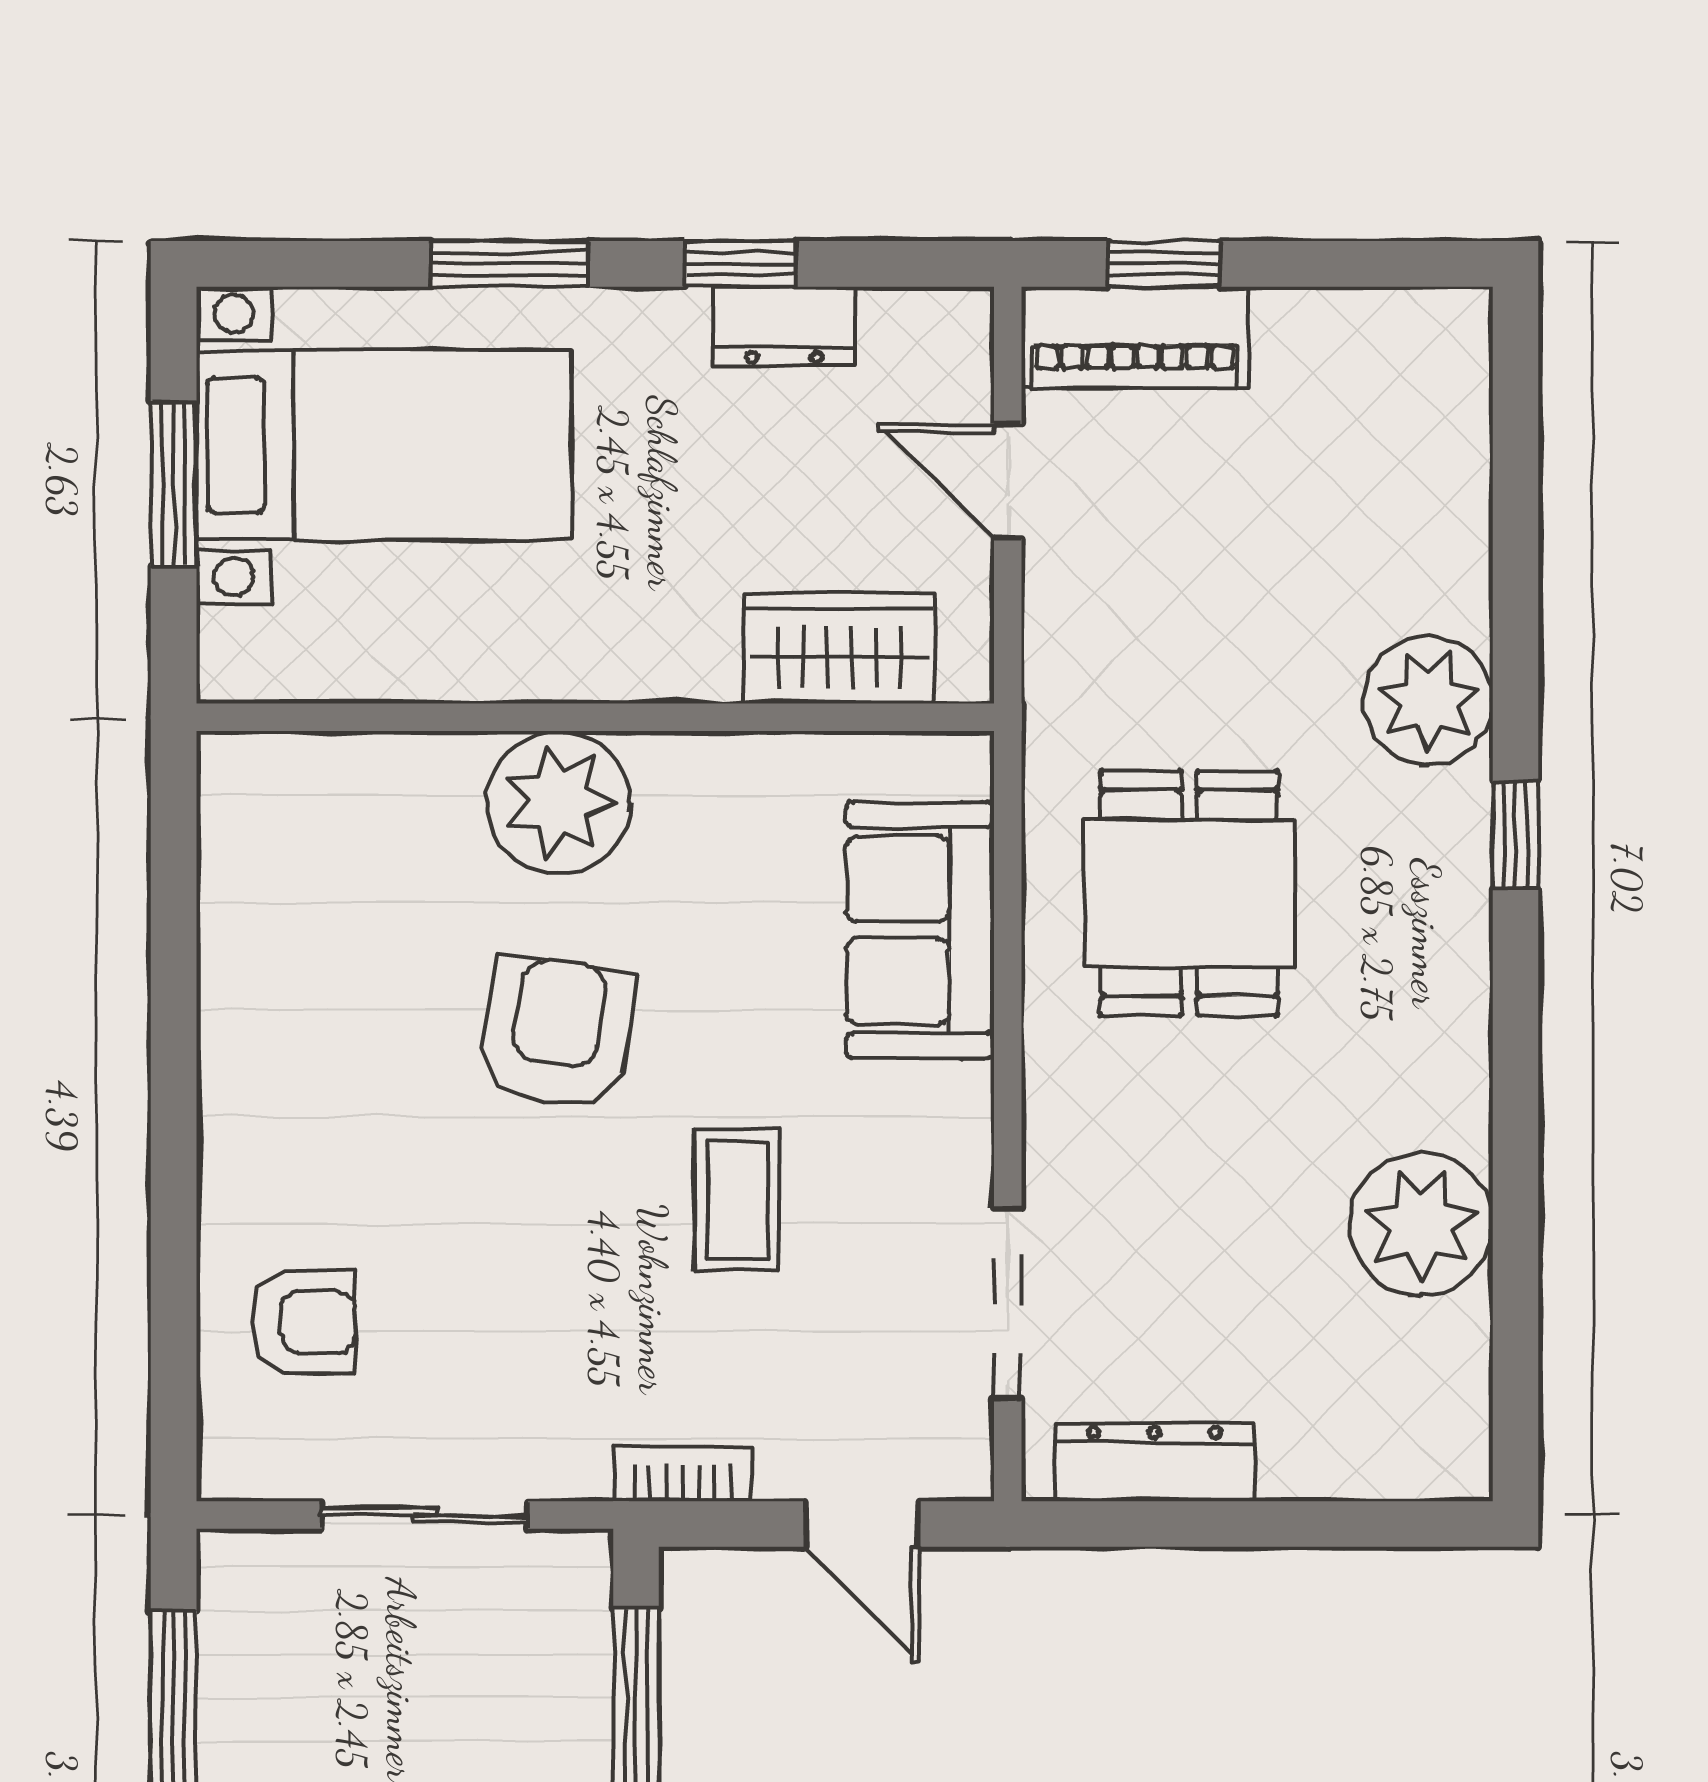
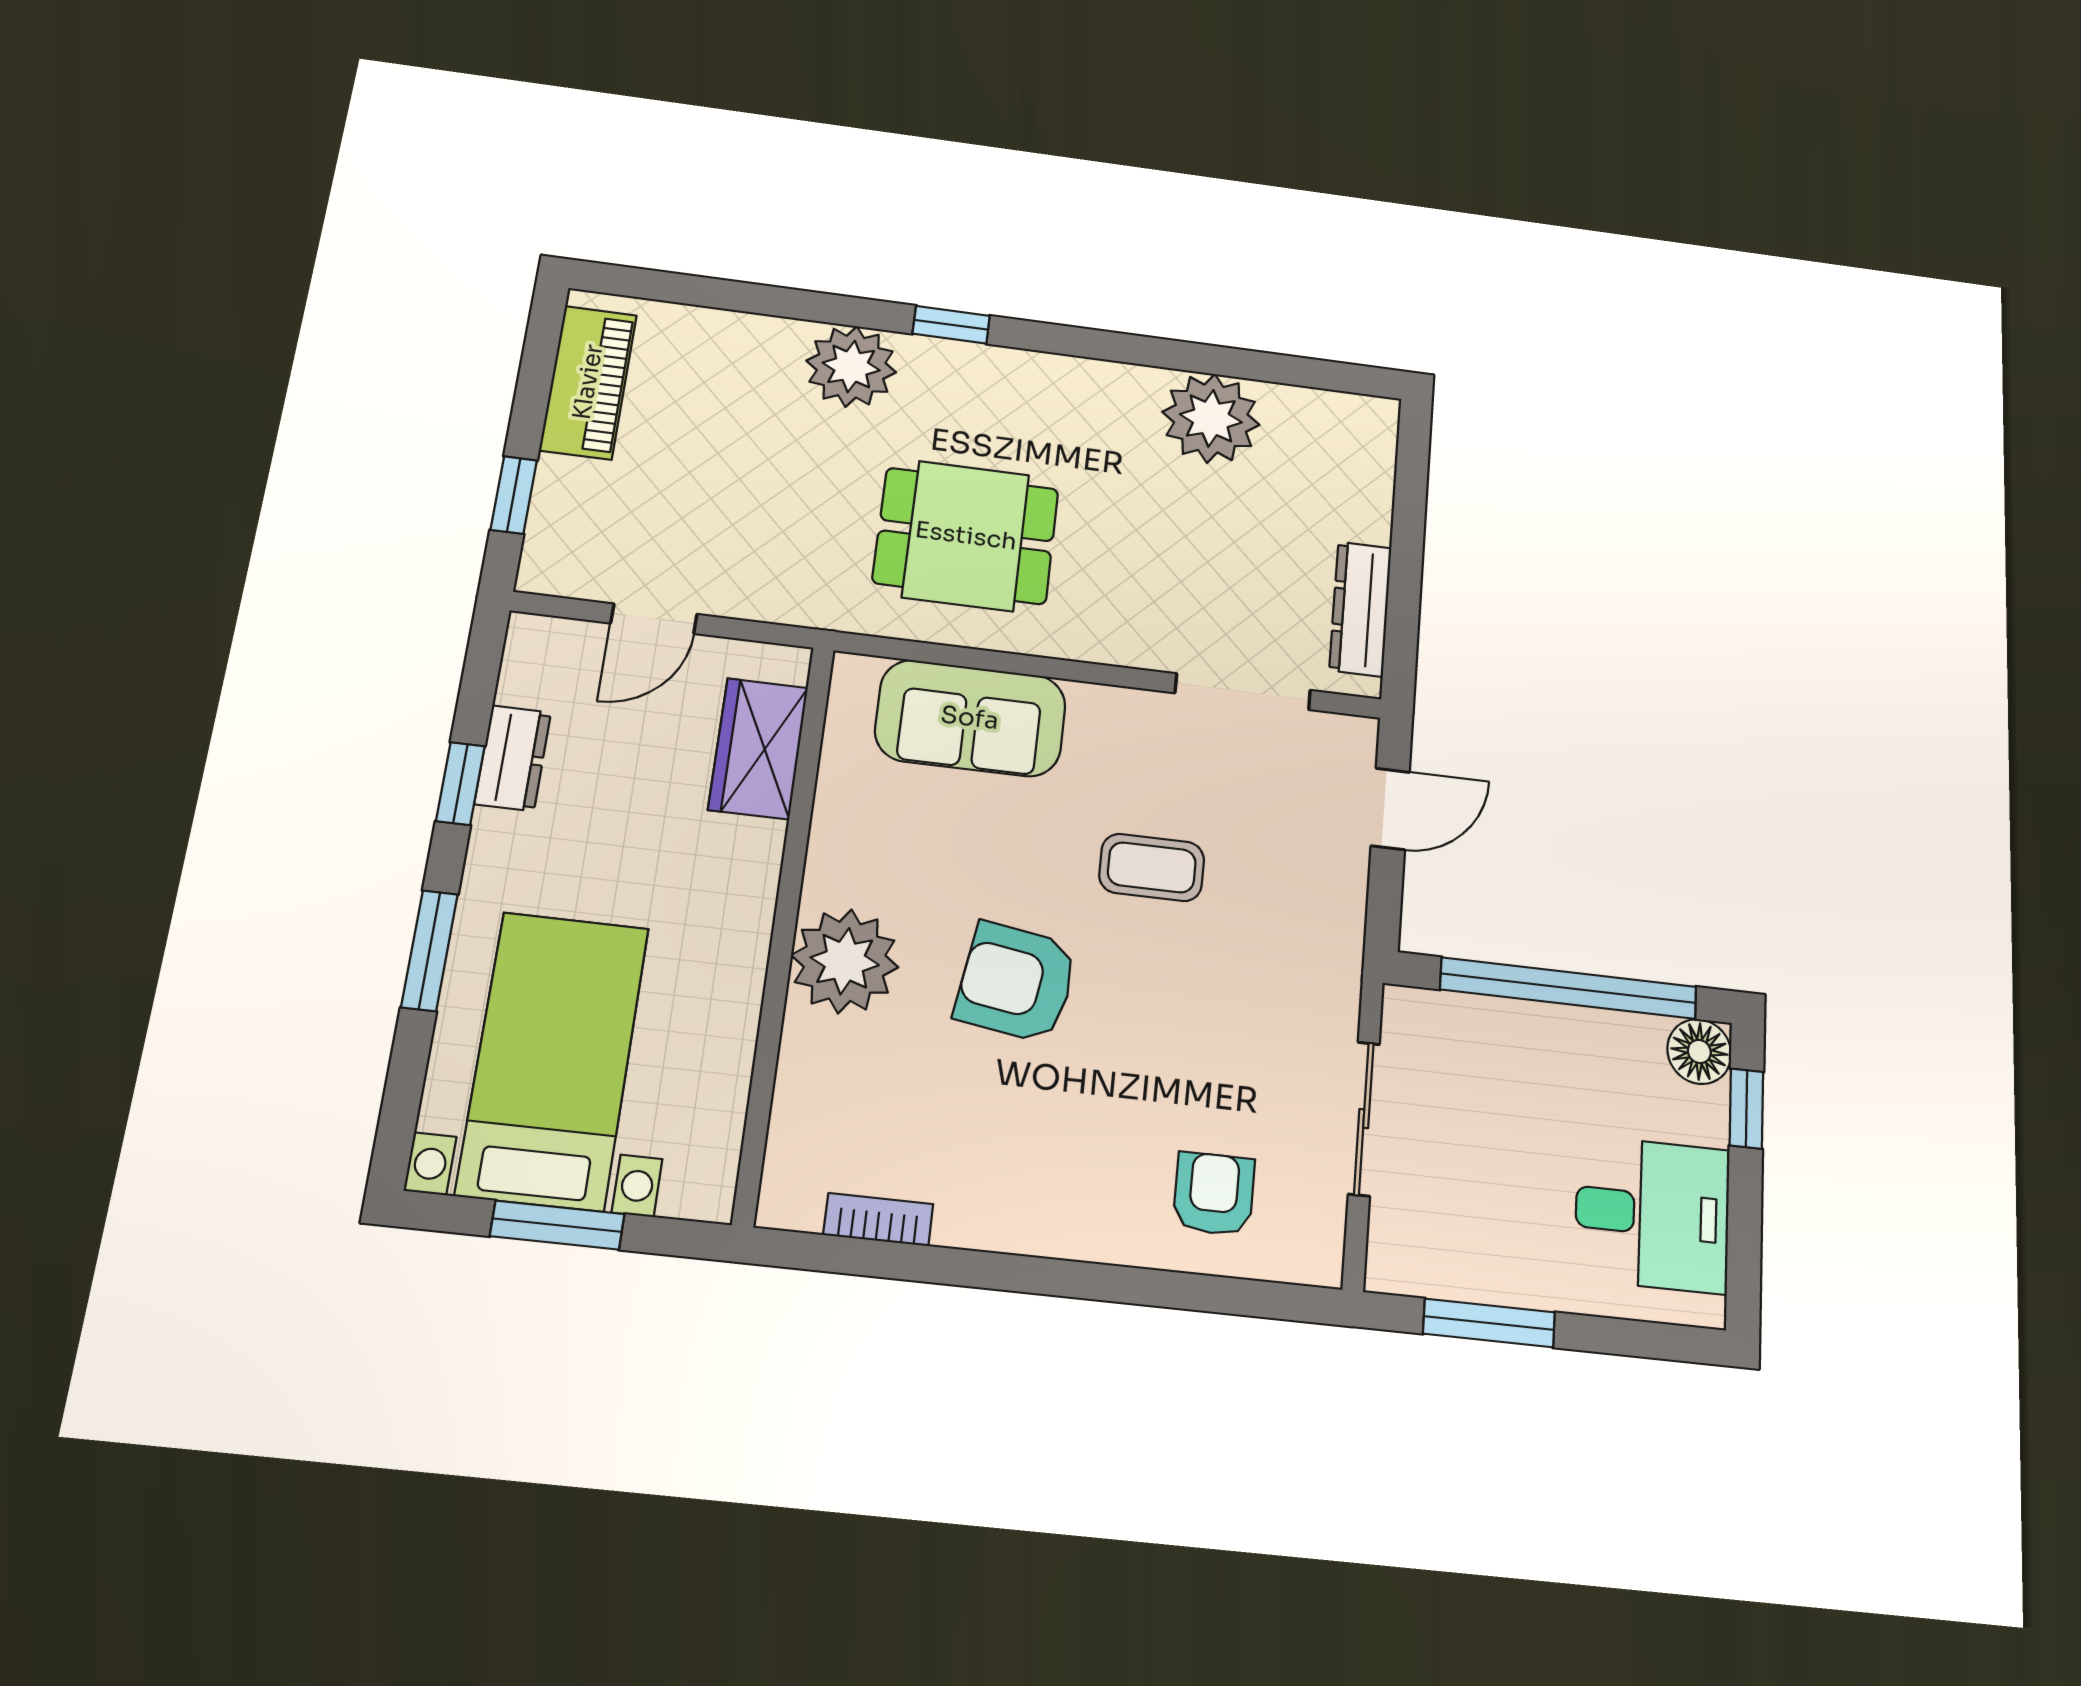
piano: (1135, 337) -> (588, 382), moved
bookcase: (682, 1474) -> (878, 1220), moved, turned 90

